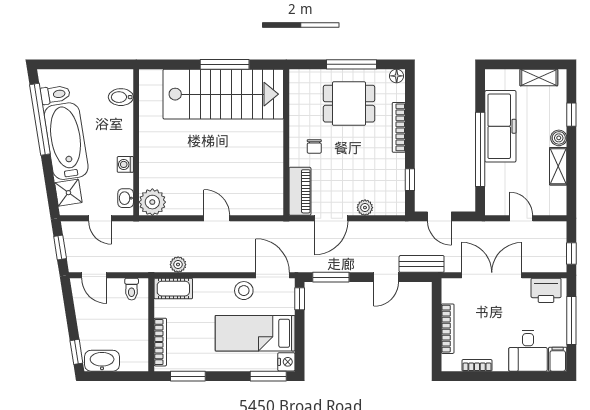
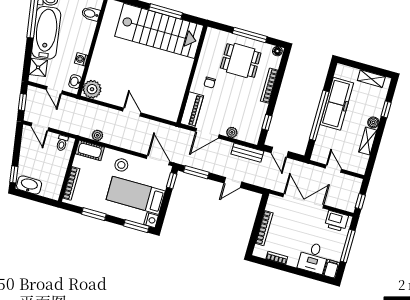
bench: (422, 264) -> (247, 153), moved
stool: (244, 291) -> (121, 165), moved
window: (188, 376) -> (94, 214), moved

